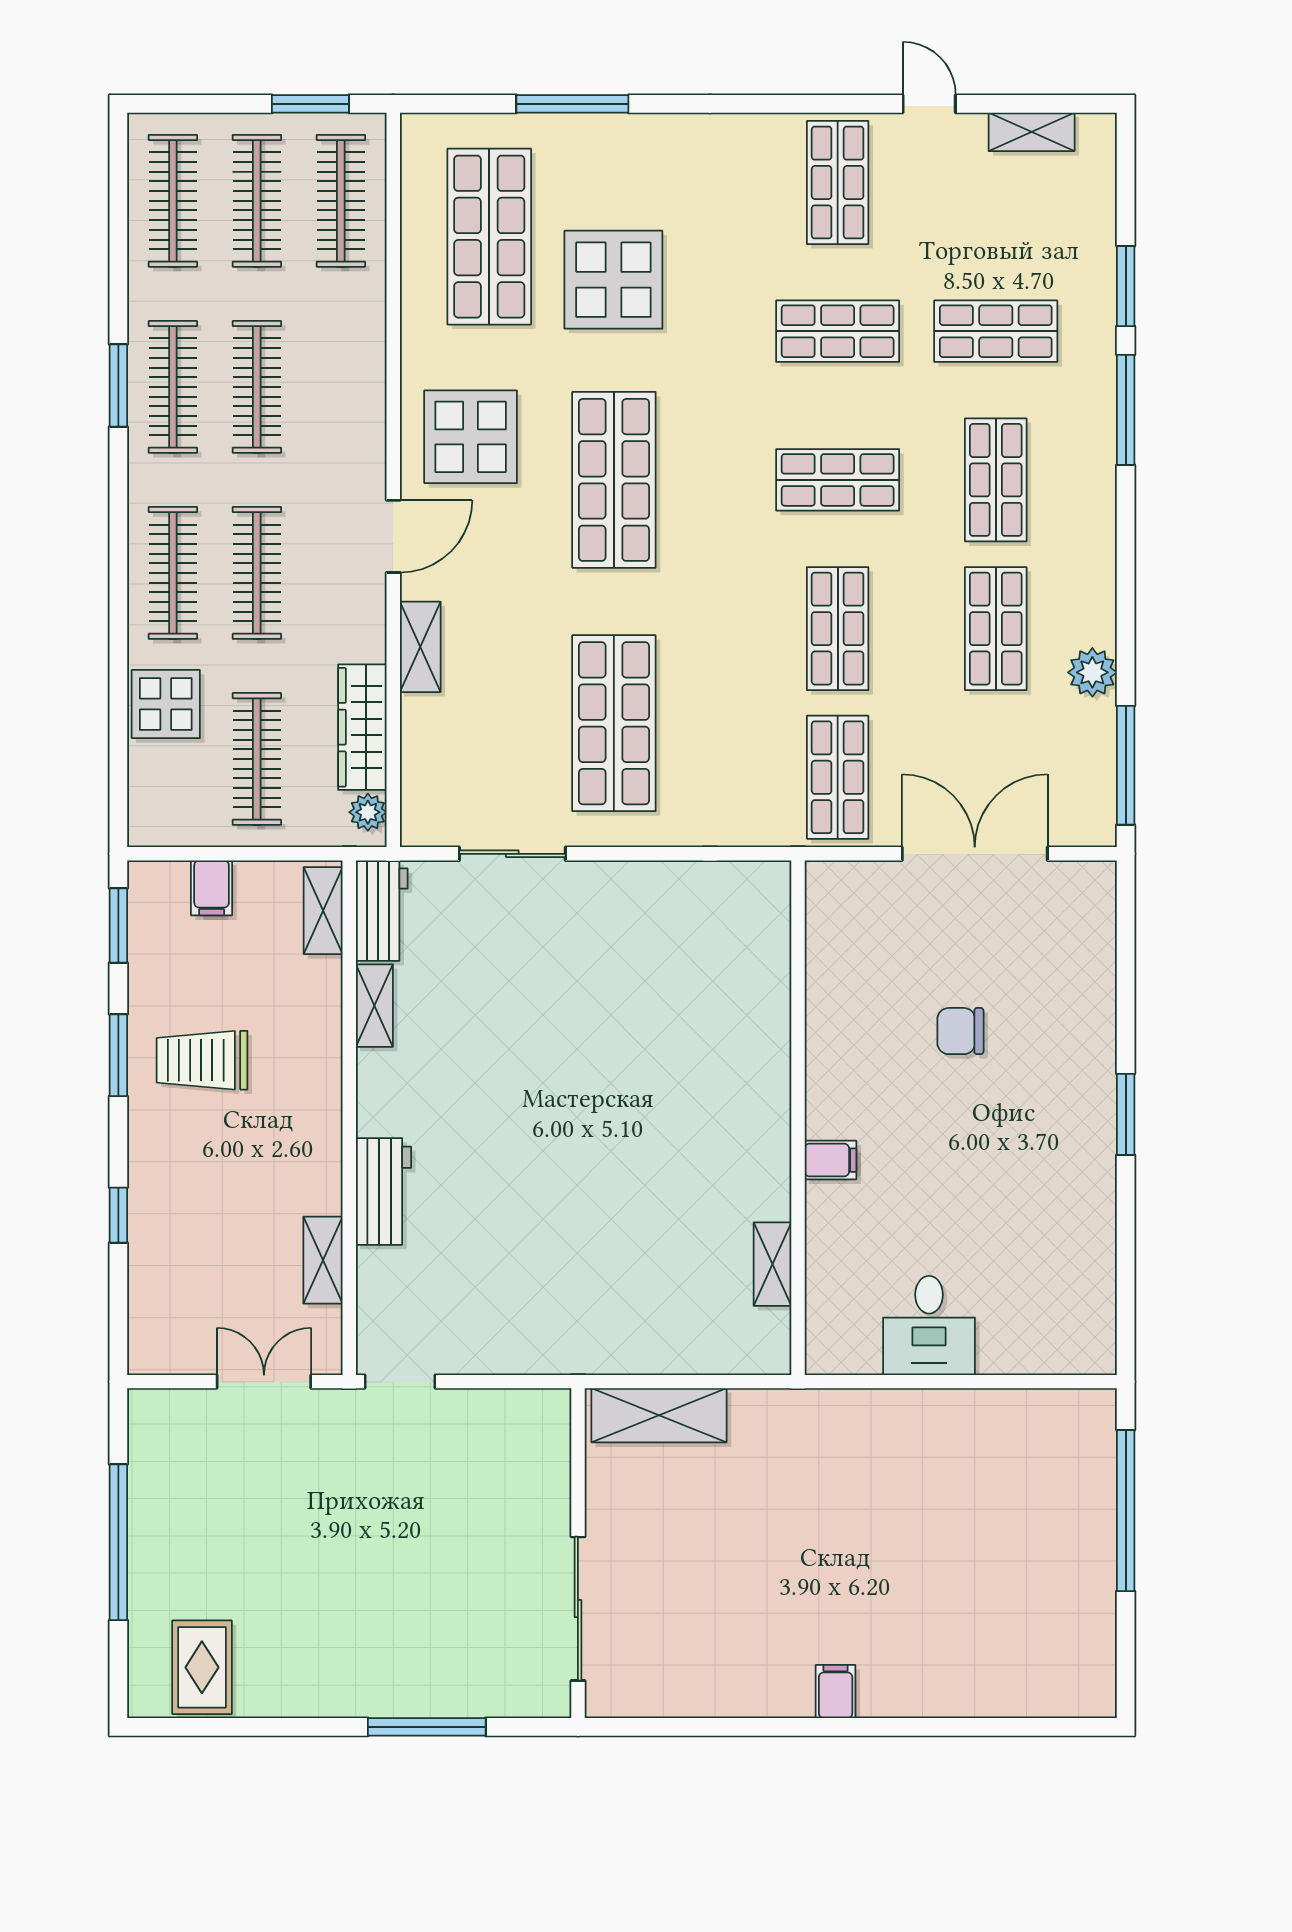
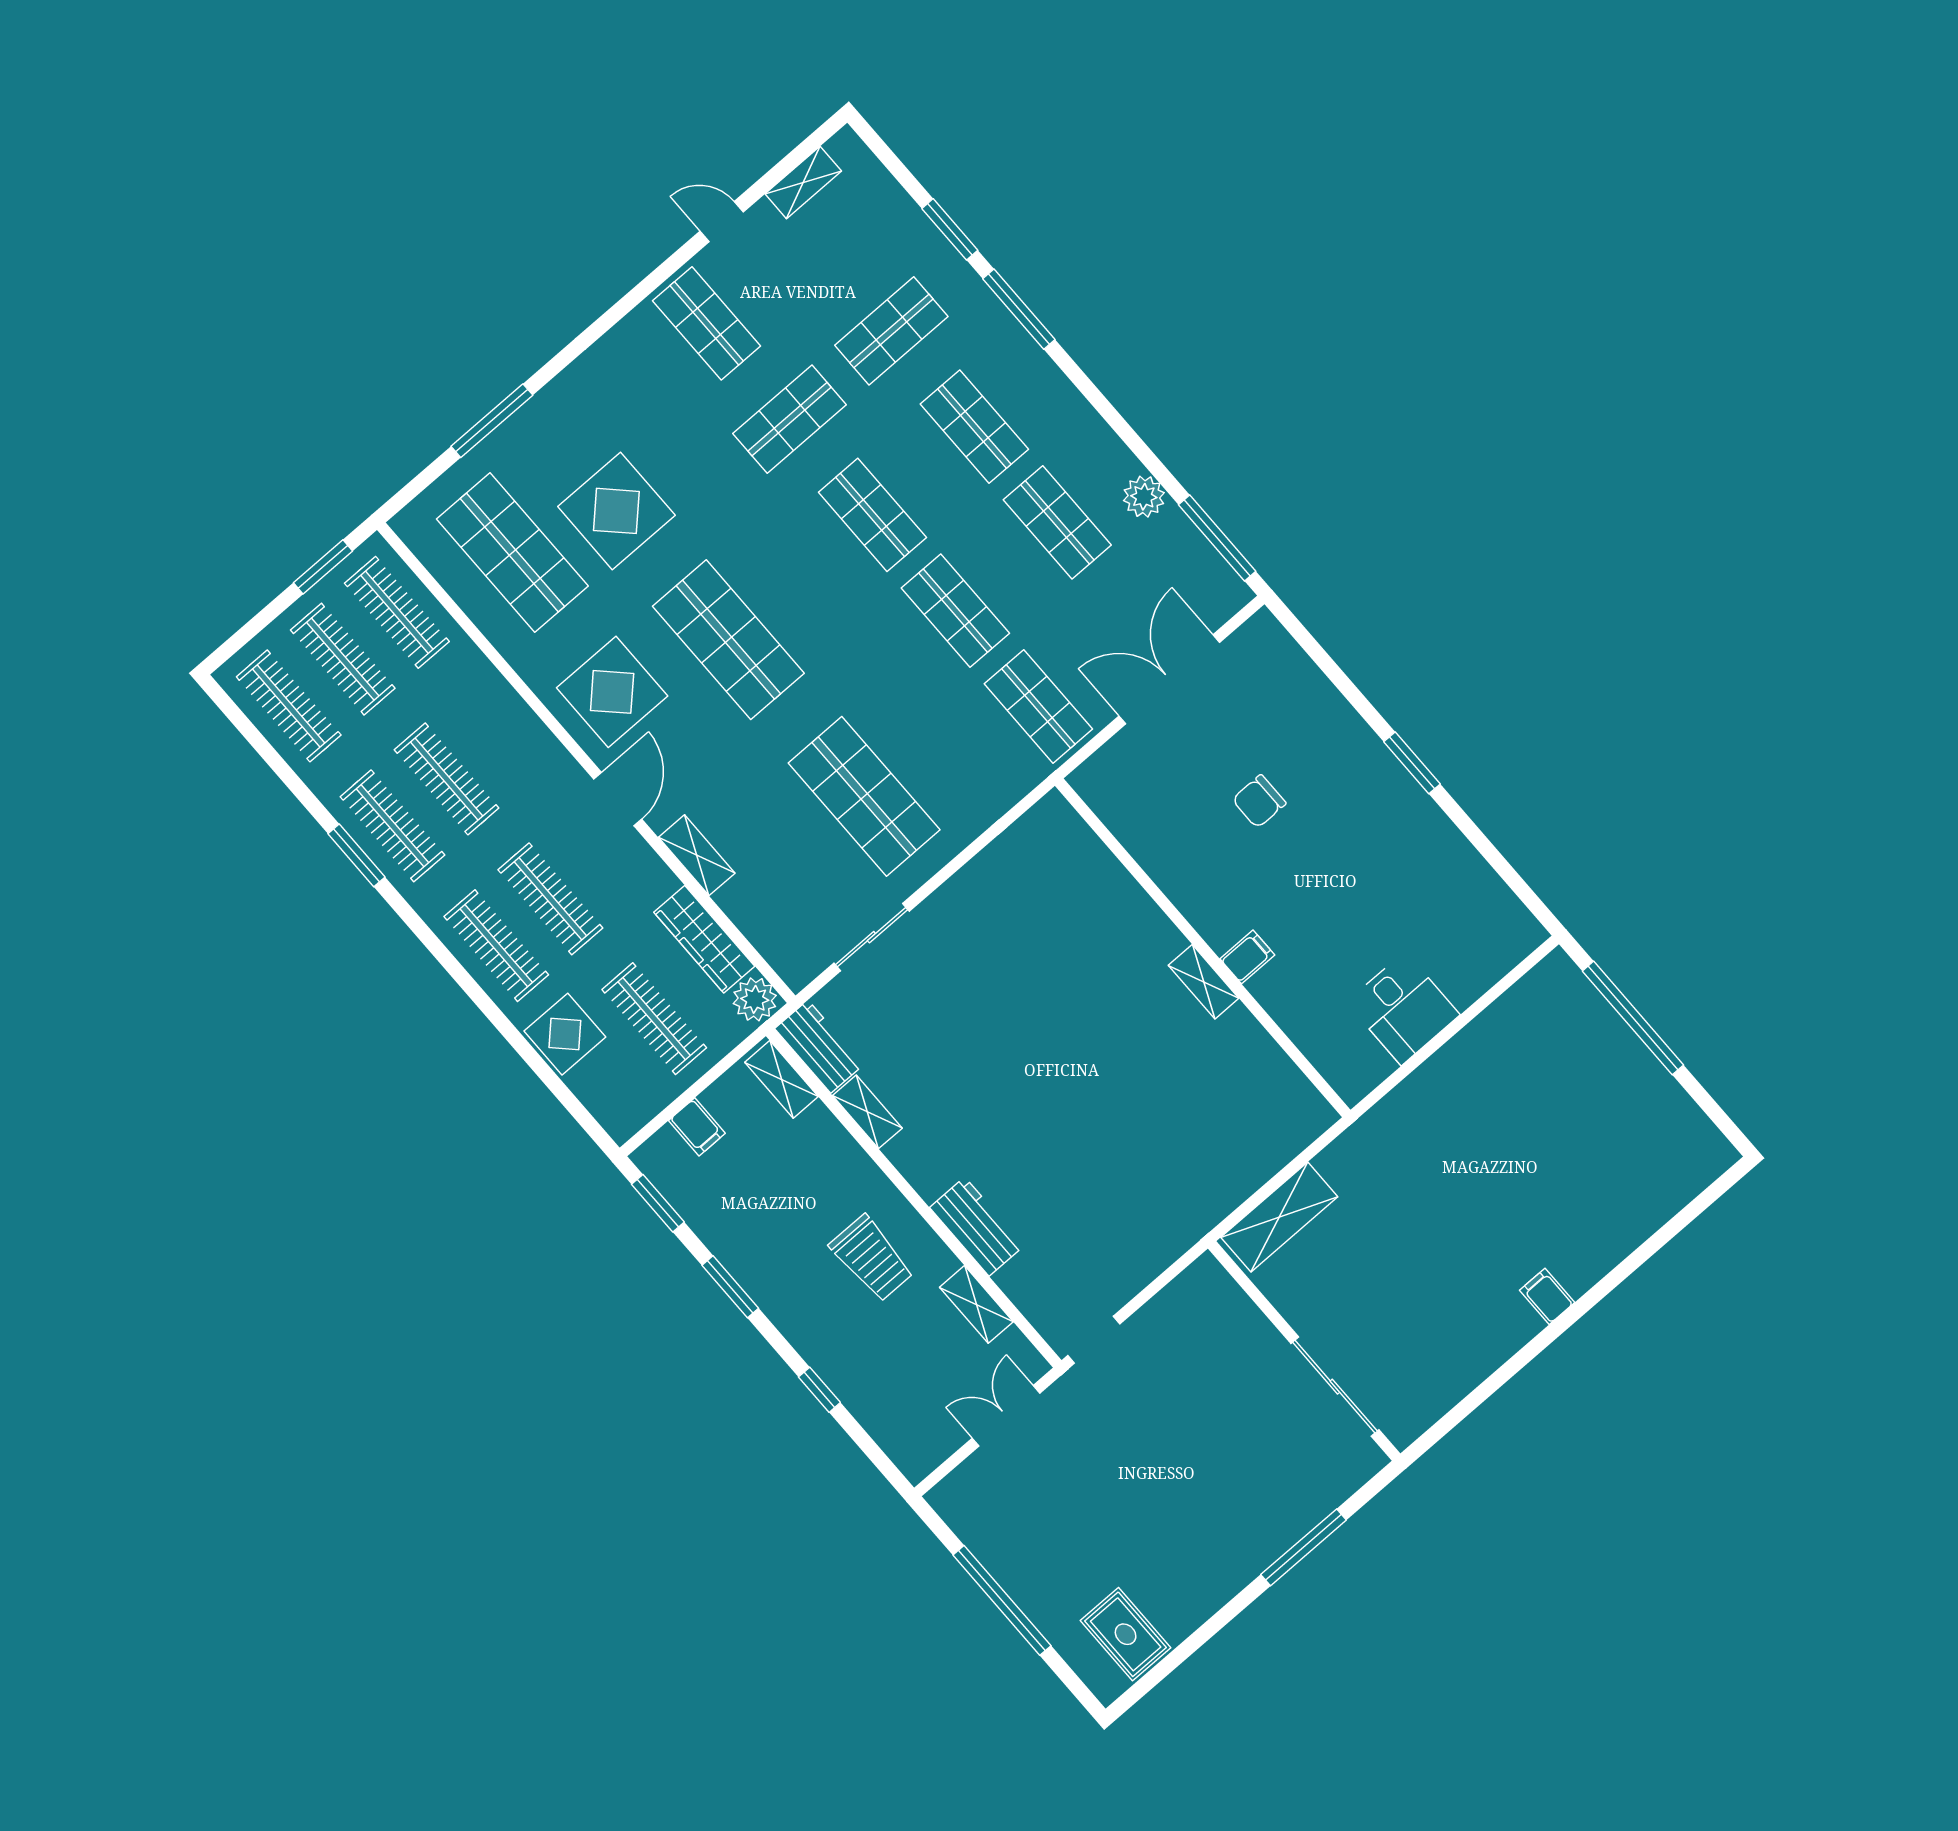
shop shelf: (838, 480) -> (872, 515), turned 90
plant: (368, 812) -> (755, 999), width x1.38, depth x1.38
trolley: (202, 1060) -> (872, 1258), moved, turned -90
shelving: (773, 1264) -> (1204, 982), moved

